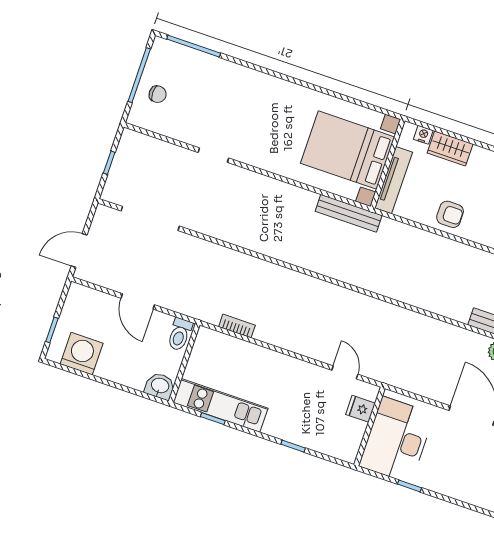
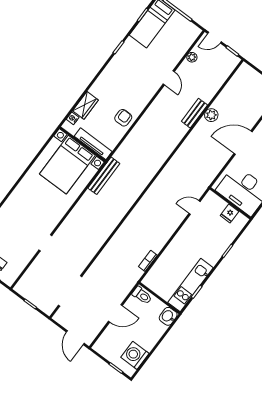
fridge: (360, 409) -> (229, 214), moved

